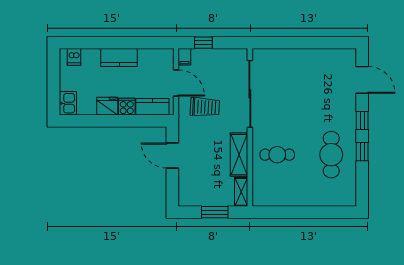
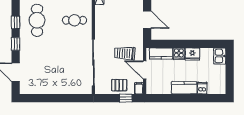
dishwasher: (74, 57) -> (202, 88), moved
pallet: (213, 61) -> (119, 85), added
shelving: (239, 155) -> (101, 20), removed

